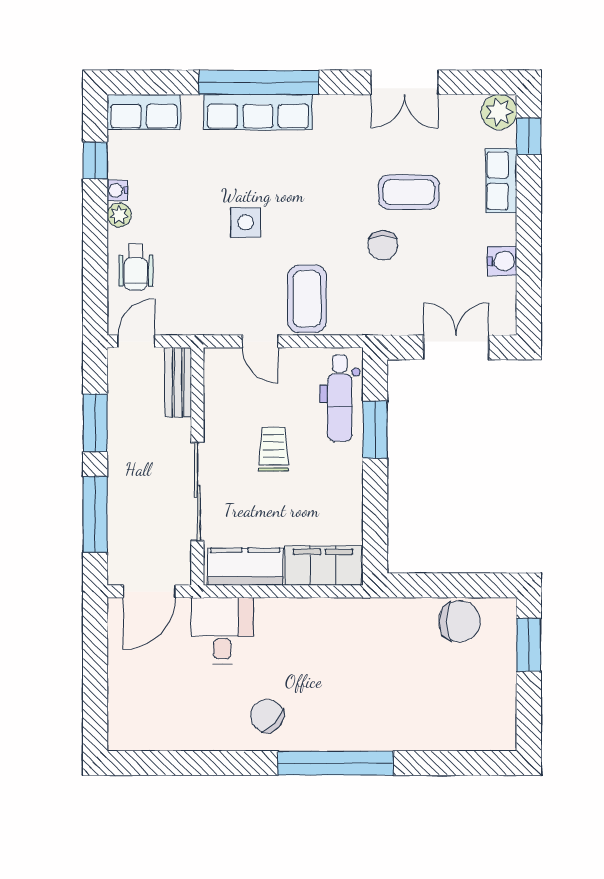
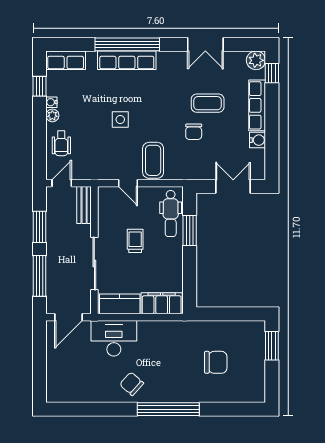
row of seats: (501, 181) -> (257, 105), width x1.48
chair: (459, 621) -> (216, 362), moved
desk: (222, 631) -> (114, 338), width x1.37

